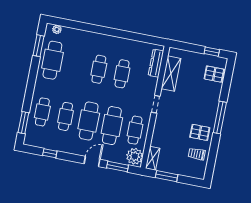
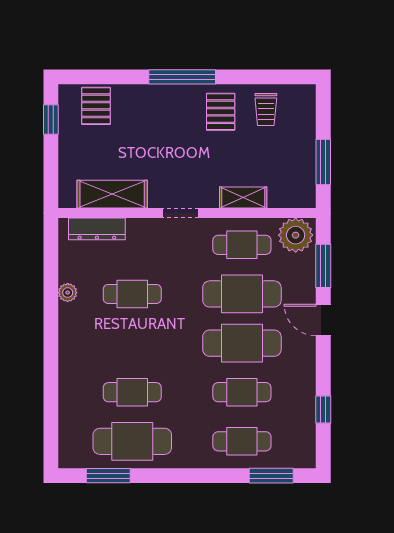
plant: (57, 29) -> (68, 293), moved
cafe table: (99, 69) -> (132, 392), moved
shelving: (153, 158) -> (243, 198), moved

